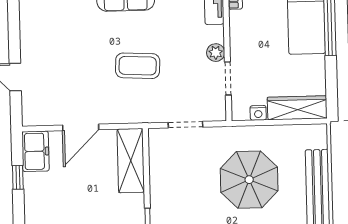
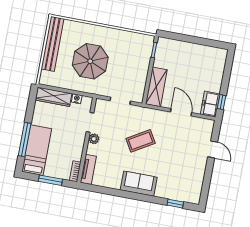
coffee table: (138, 66) -> (141, 141), turned -34
door: (81, 127) -> (181, 112), hinge flipped
window: (18, 177) -> (222, 102), moved

